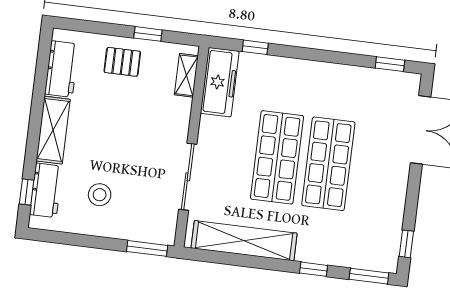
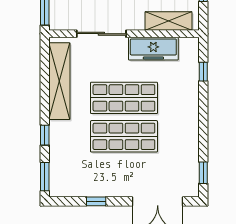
shelving: (186, 75) -> (168, 21), width x1.50, depth x1.33
freezer: (220, 82) -> (153, 49), moved
window: (406, 244) -> (96, 201), moved

